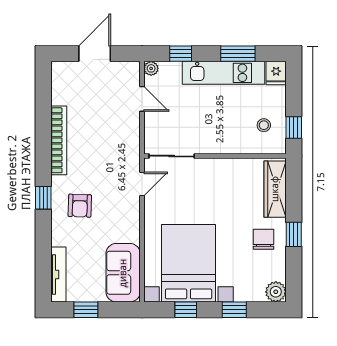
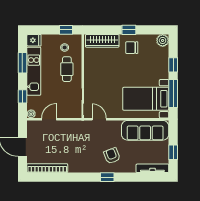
cafe table: (227, 129) -> (67, 69), added
bookcase: (59, 140) -> (47, 168), moved
armchair: (80, 206) -> (112, 156), turned -113
bed with nightstands: (189, 263) -> (146, 99), width x0.73
sofa: (123, 273) -> (145, 130), width x1.36
window: (186, 310) -> (173, 93), width x2.17

